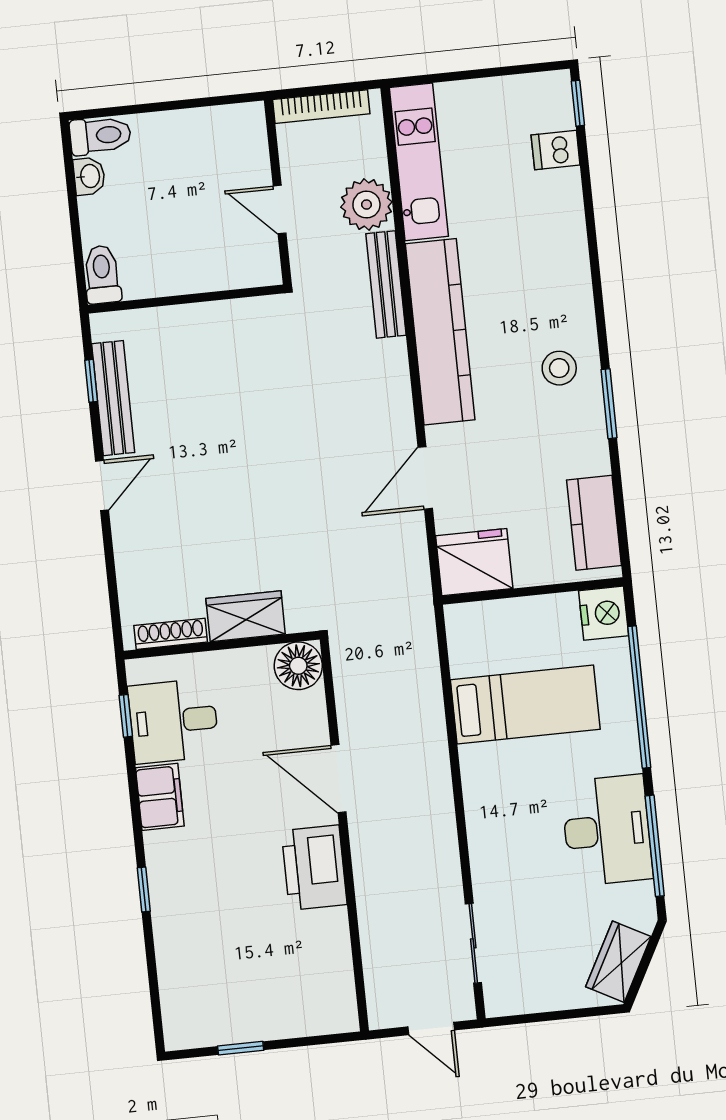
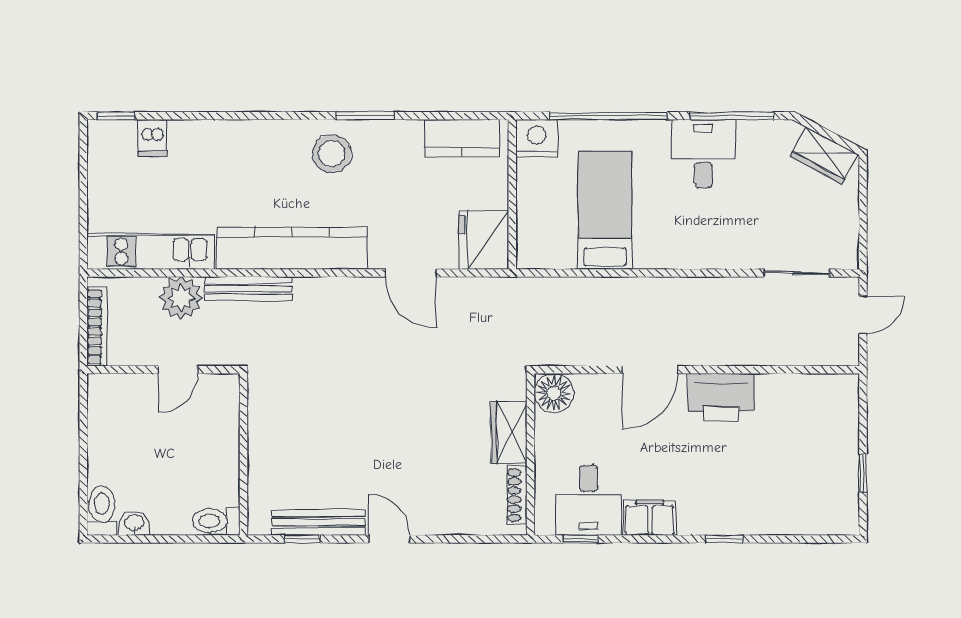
stool: (559, 368) -> (332, 154), width x1.38, depth x1.38
desk: (607, 830) -> (703, 154), width x0.73

